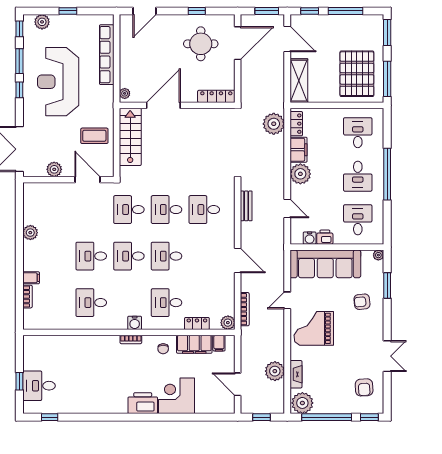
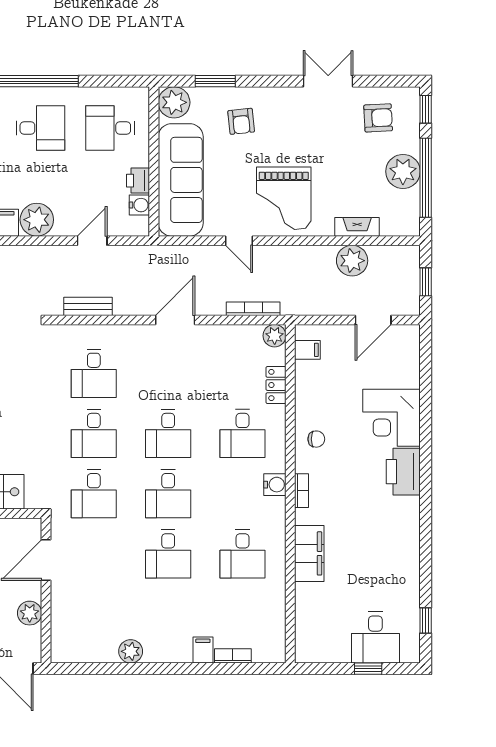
plant: (378, 255) -> (174, 102), width x1.87, depth x1.87
filing cabinet: (194, 344) -> (309, 553), moved
plant: (302, 403) -> (403, 171), moved

